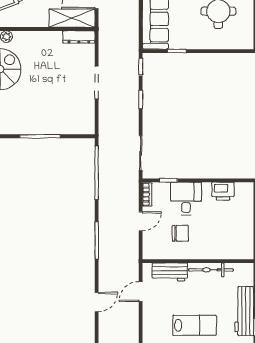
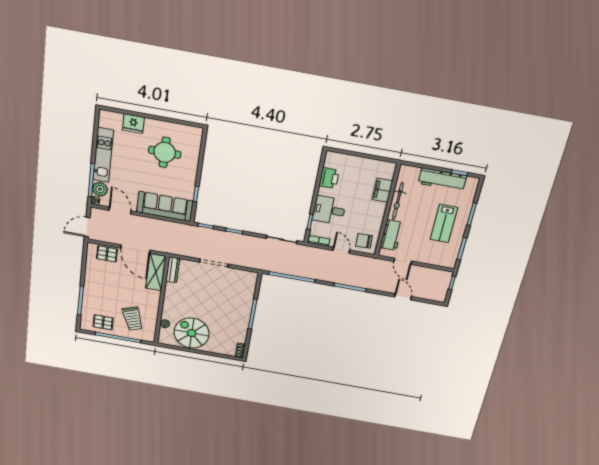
chair: (180, 233) -> (364, 241), moved, turned -92
filing cabinet: (220, 251) -> (382, 190), added
lab bench: (195, 325) -> (444, 223), turned 180

